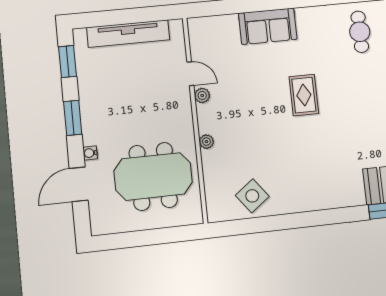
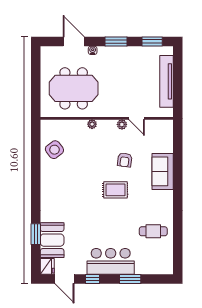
door: (190, 74) -> (137, 118), hinge flipped
armchair: (256, 86) -> (125, 160), added
meeting table: (153, 176) -> (74, 88), turned 90

